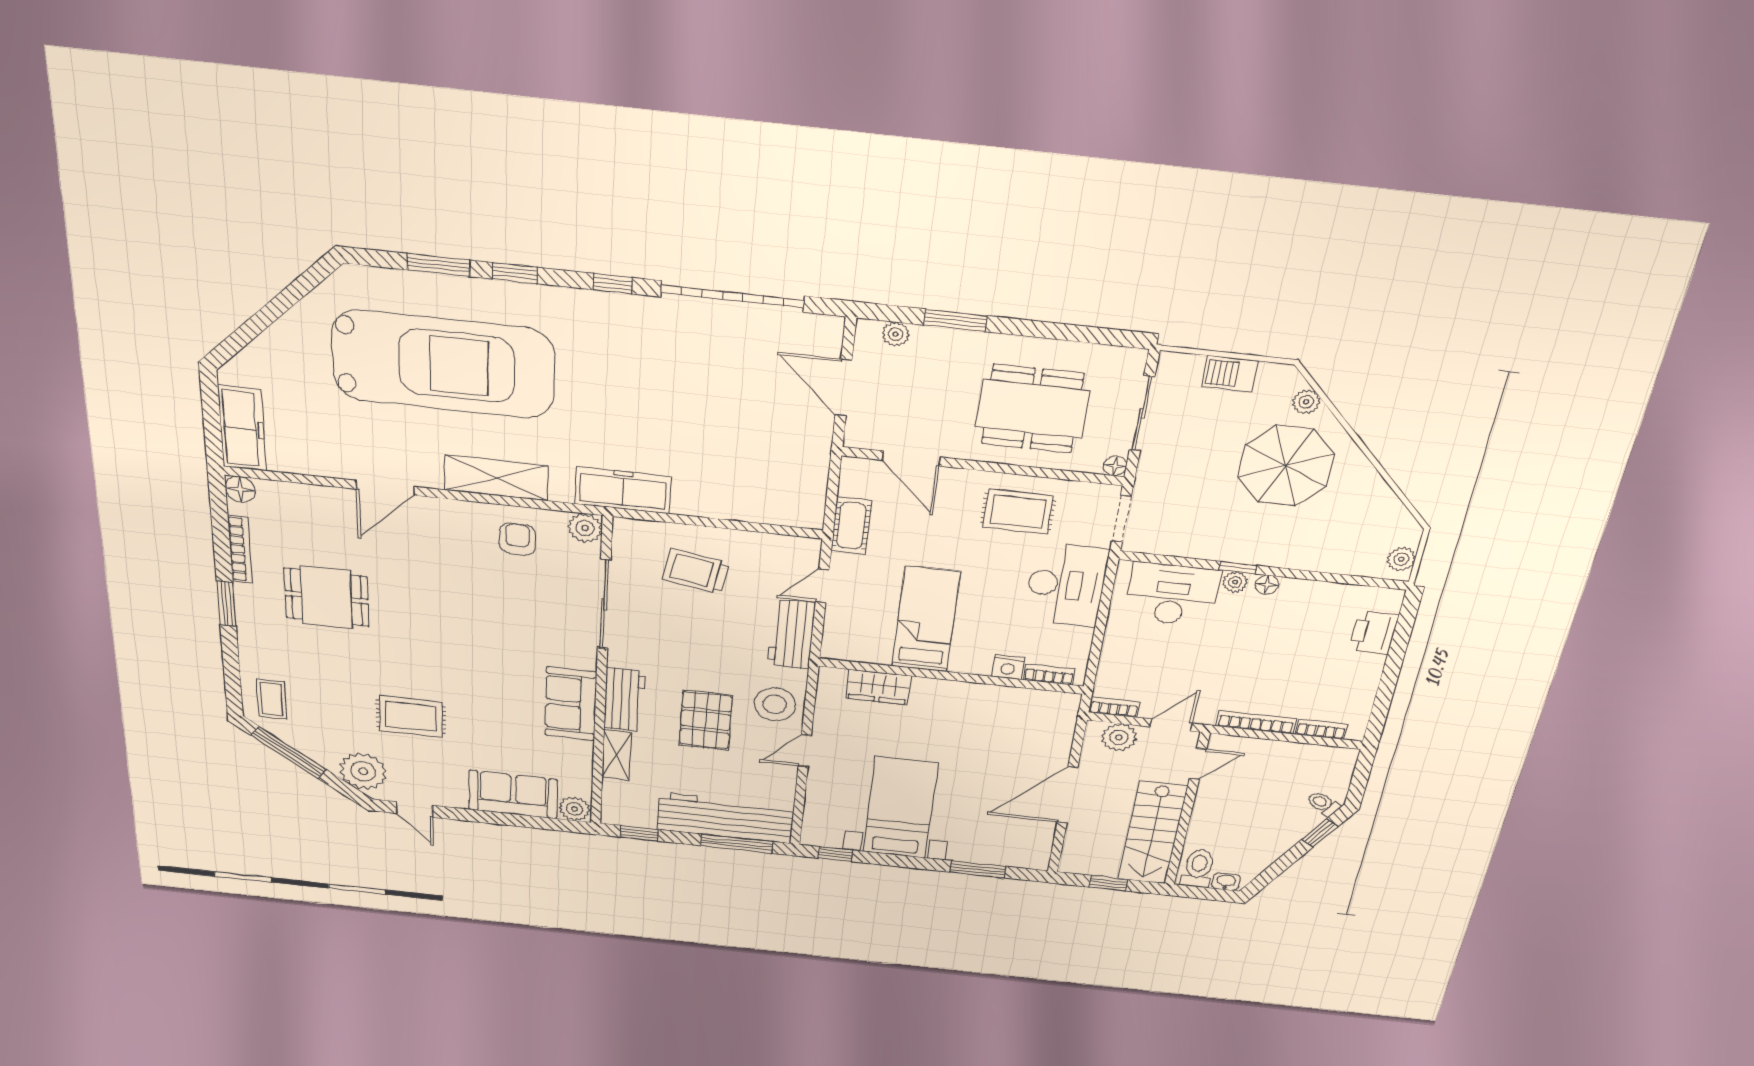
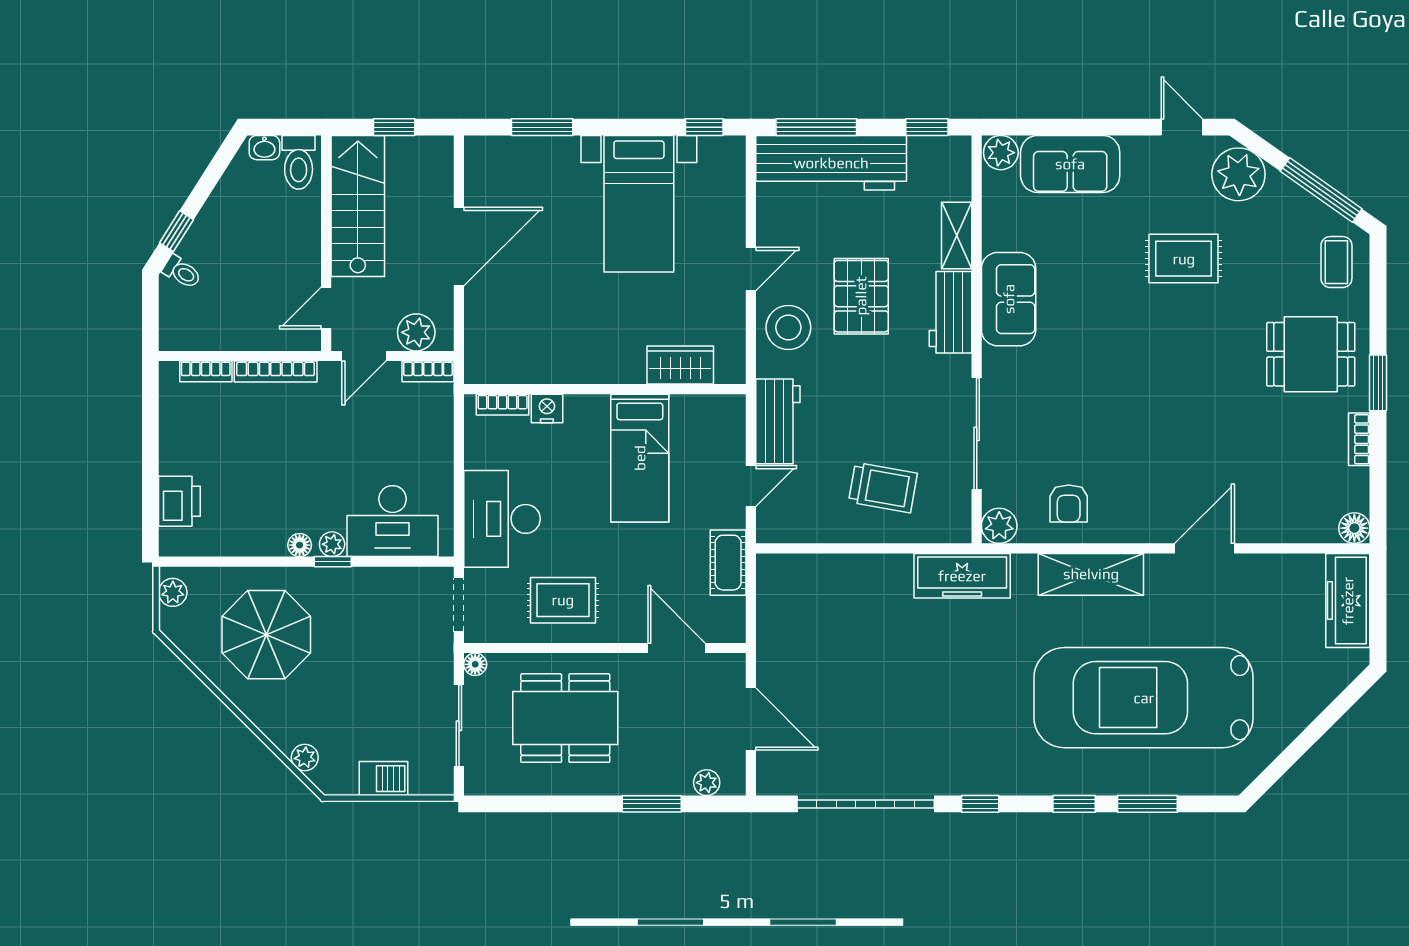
parasol: (1286, 466) -> (266, 635), moved
bookcase: (240, 549) -> (1359, 439), width x0.64
dining table: (327, 597) -> (1311, 354), moved

